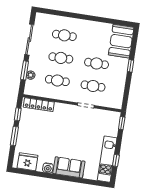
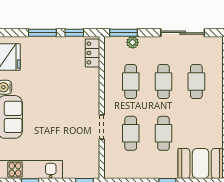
window: (25, 70) -> (124, 33), moved
locker: (39, 105) -> (92, 53), width x0.66

